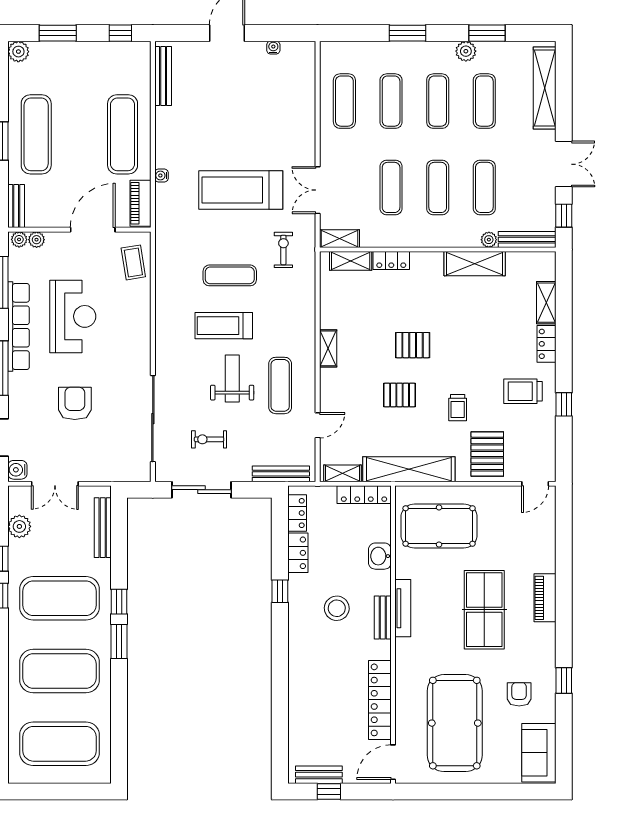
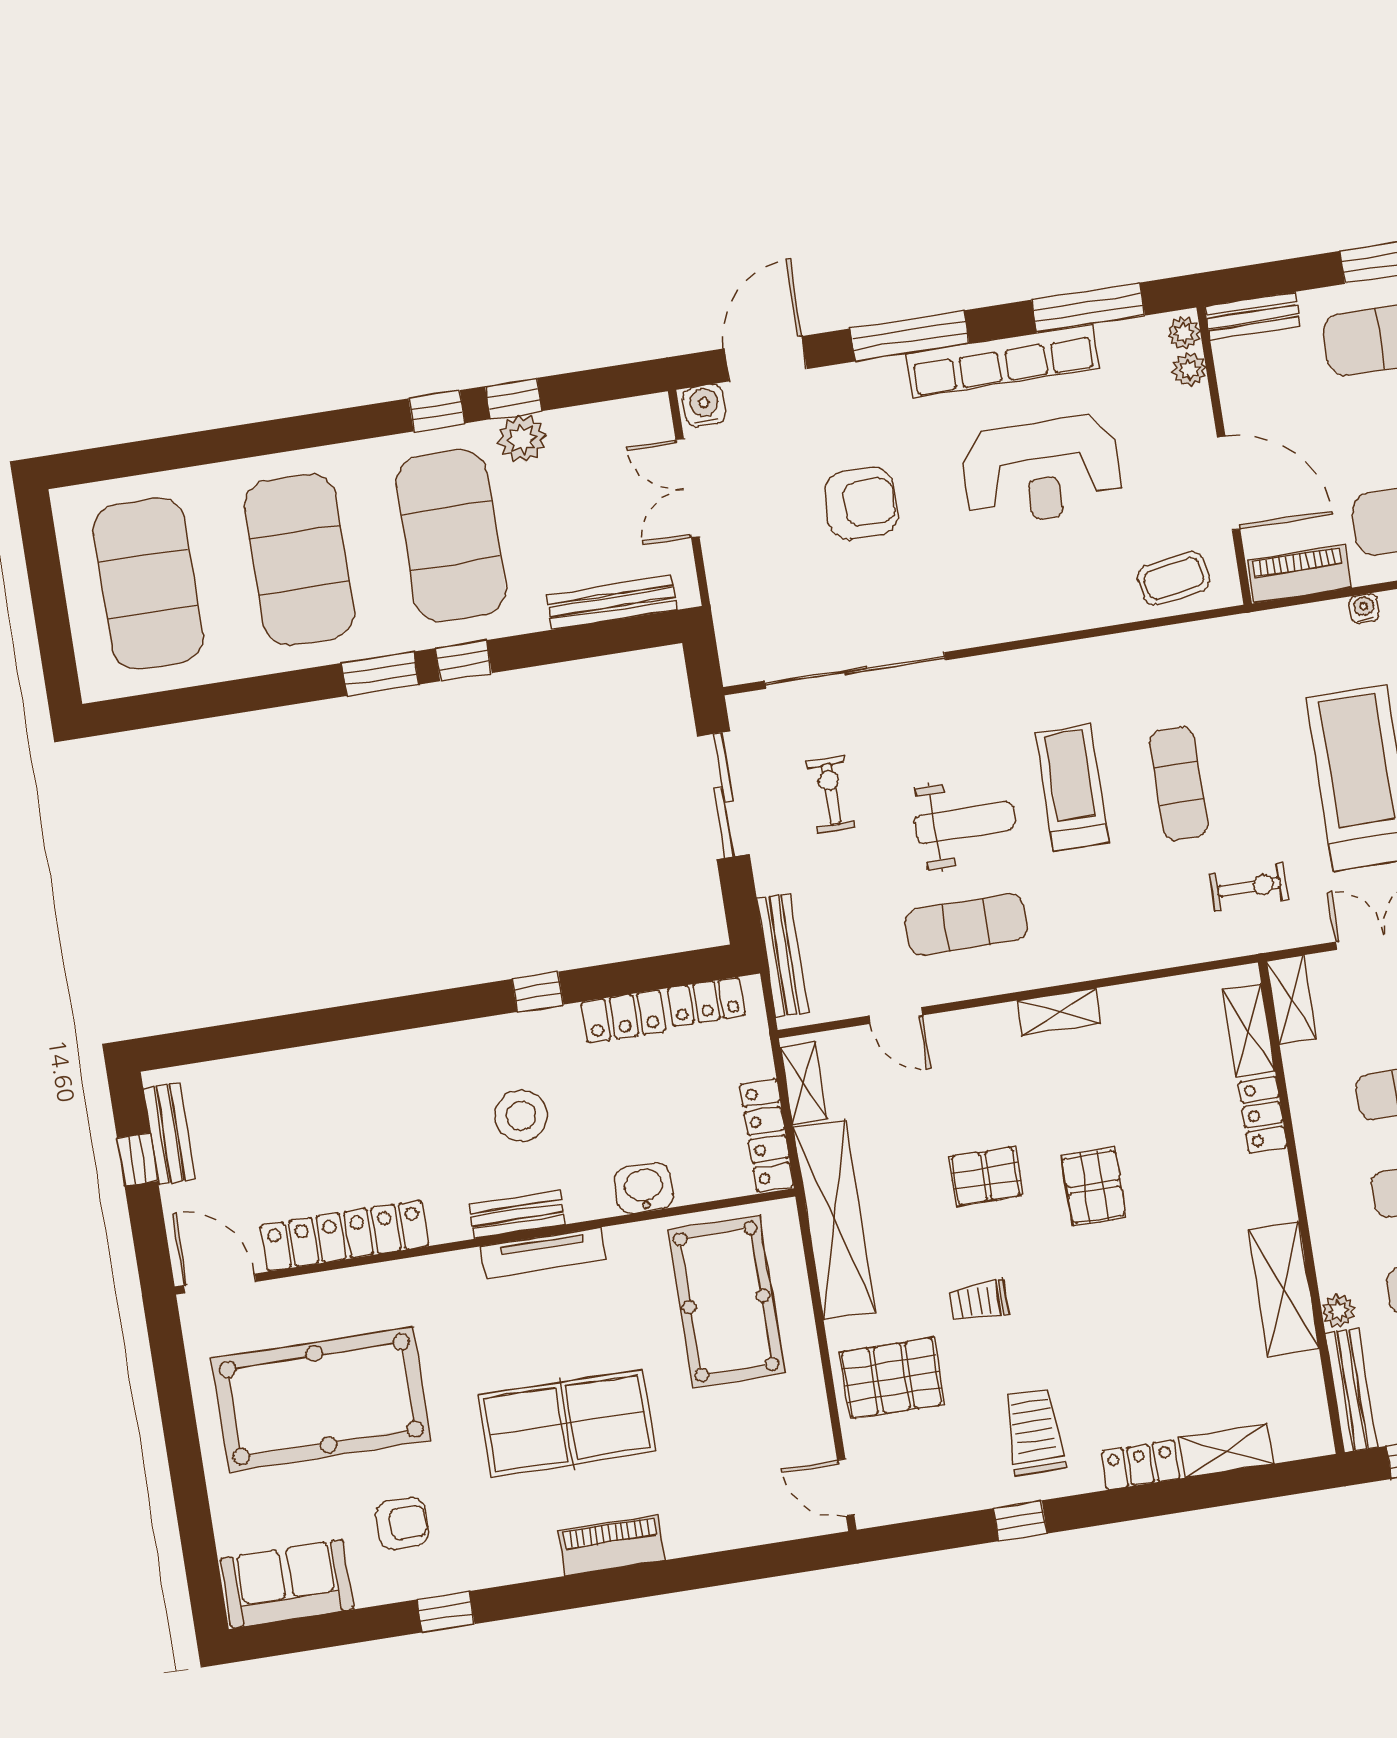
pallet: (400, 395) -> (986, 1176), turned 90
plant: (19, 526) -> (522, 439), moved

